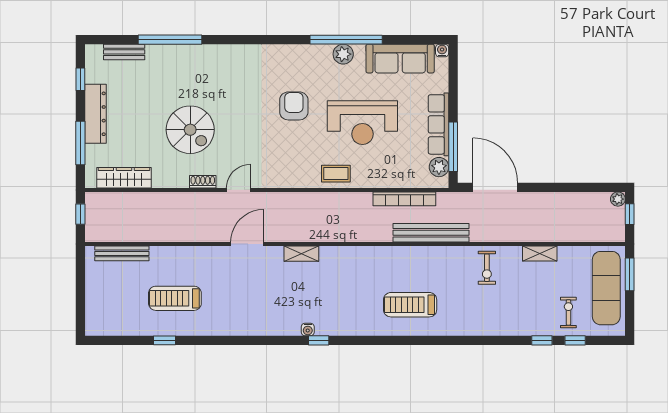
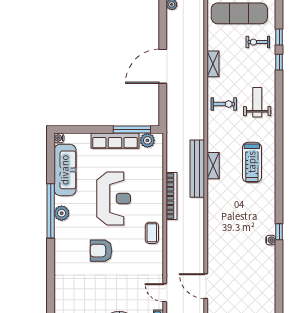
coffee table: (336, 174) -> (152, 233), moved
door: (495, 187) -> (163, 66), moved
bookcase: (404, 199) -> (172, 196), moved
bench: (431, 233) -> (197, 169), moved
shelving: (301, 254) -> (213, 166), moved
weight bench: (489, 312) -> (257, 102), added

